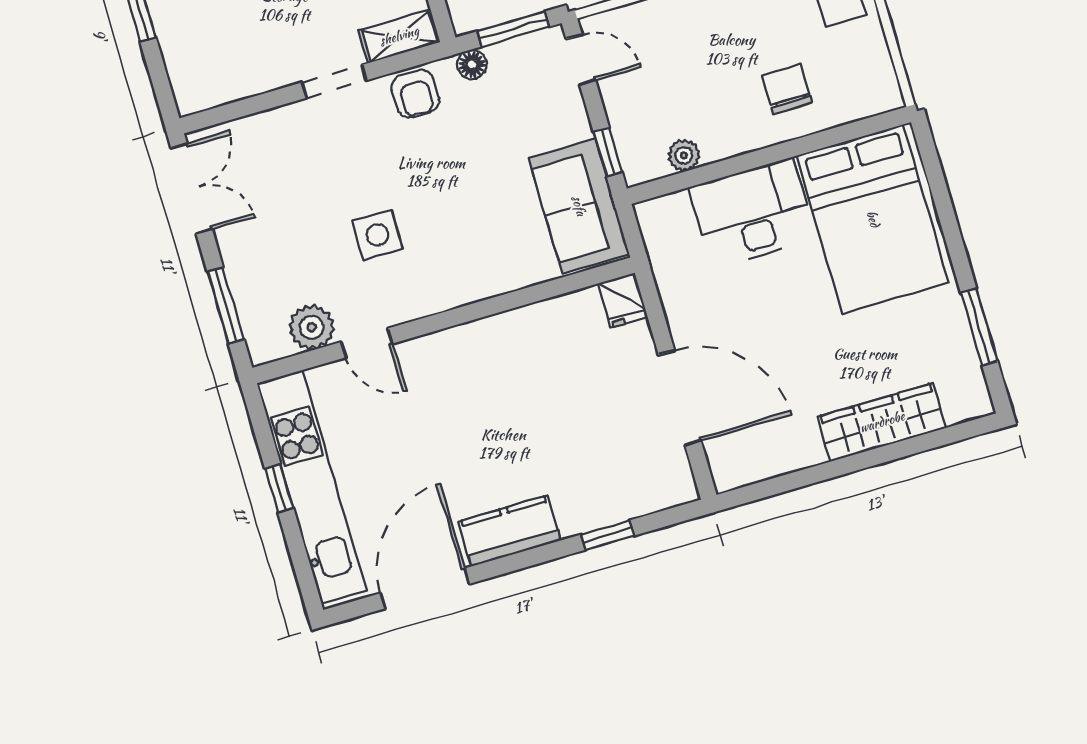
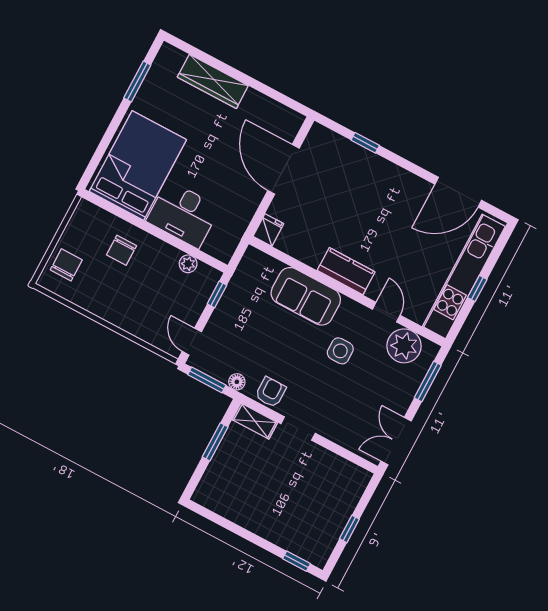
sofa: (579, 206) -> (306, 296), moved, turned 90
plant: (312, 327) -> (404, 346), width x1.36, depth x1.36
kitchen counter: (510, 531) -> (346, 271), moved, turned 180

